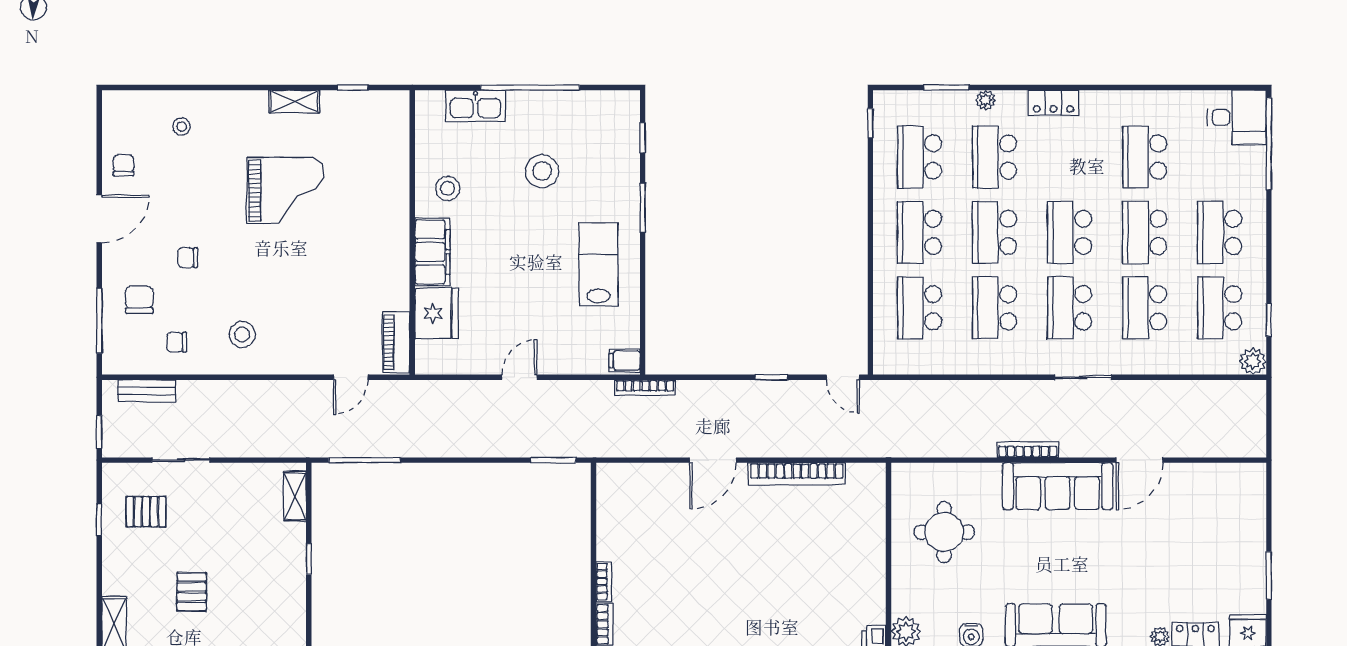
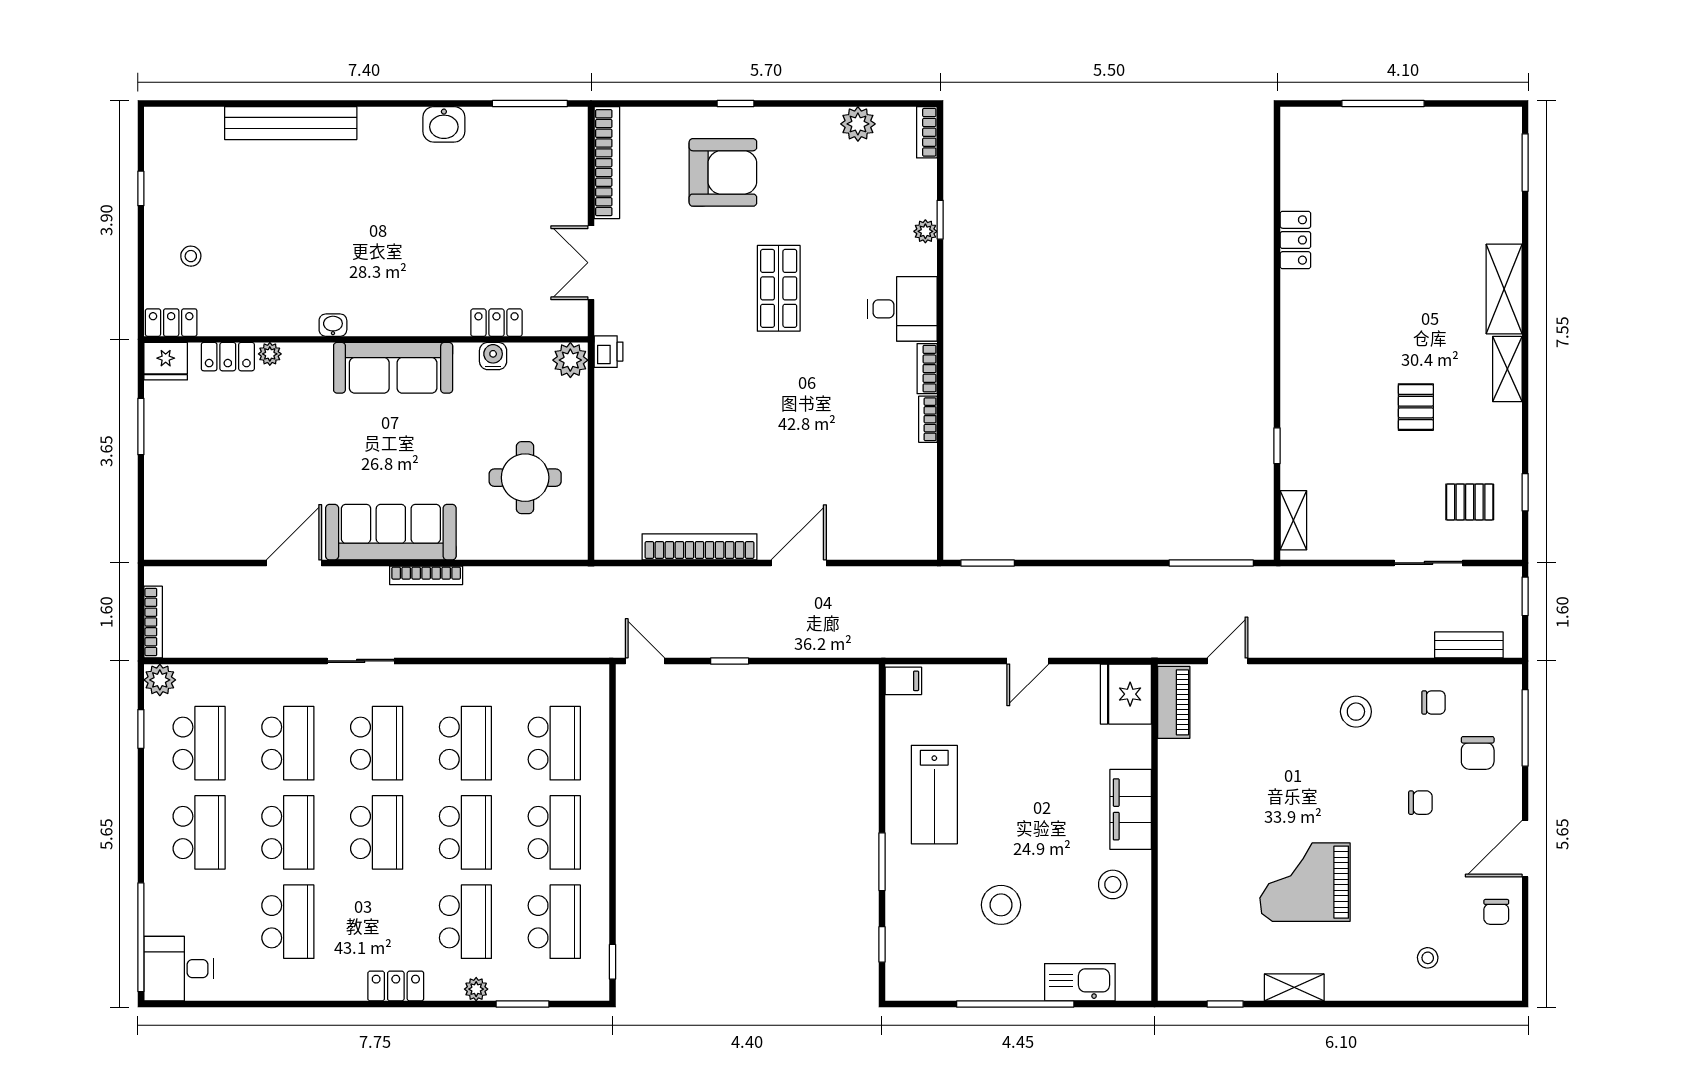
fridge: (436, 313) -> (1126, 694), moved
bookcase: (645, 388) -> (153, 622), moved, turned 90

